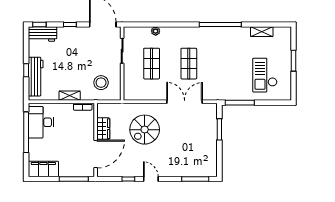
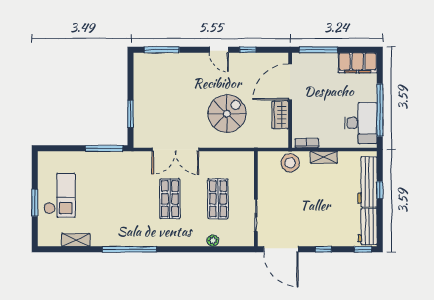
workbench: (42, 34) -> (368, 227), moved, turned -90
checkout: (265, 75) -> (59, 195), moved
stool: (101, 83) -> (290, 163), moved

